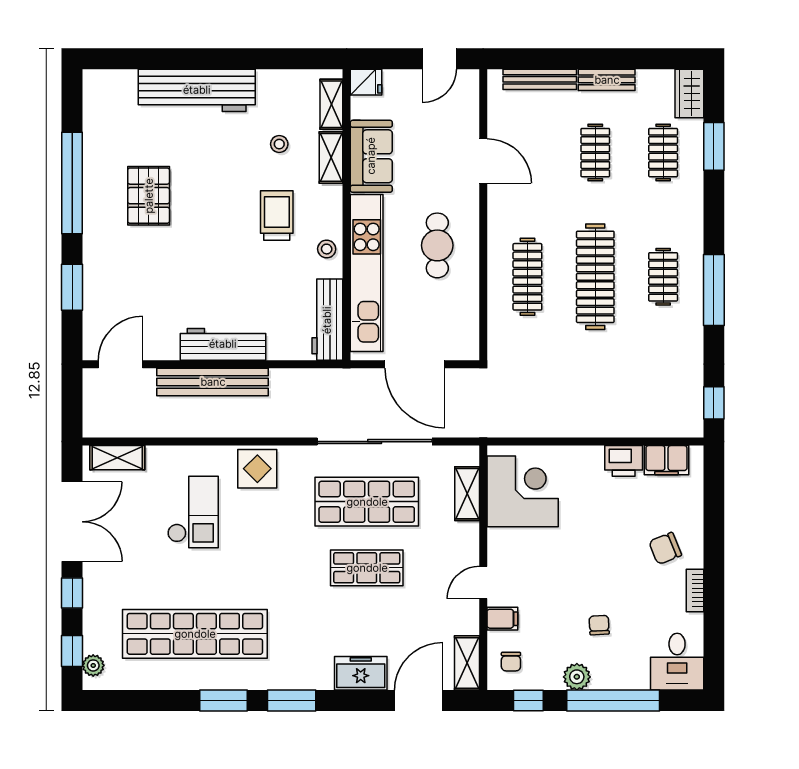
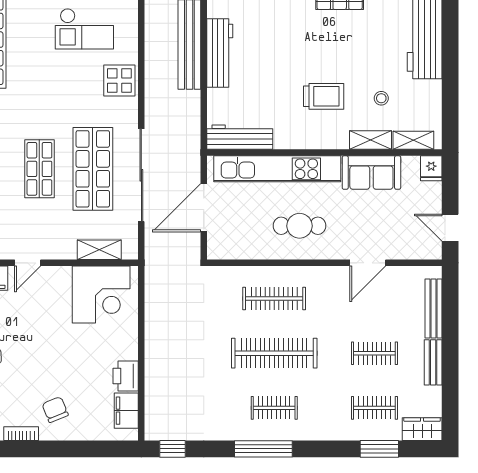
stool: (327, 249) -> (297, 137), removed
door: (483, 583) -> (28, 263), swing flipped

